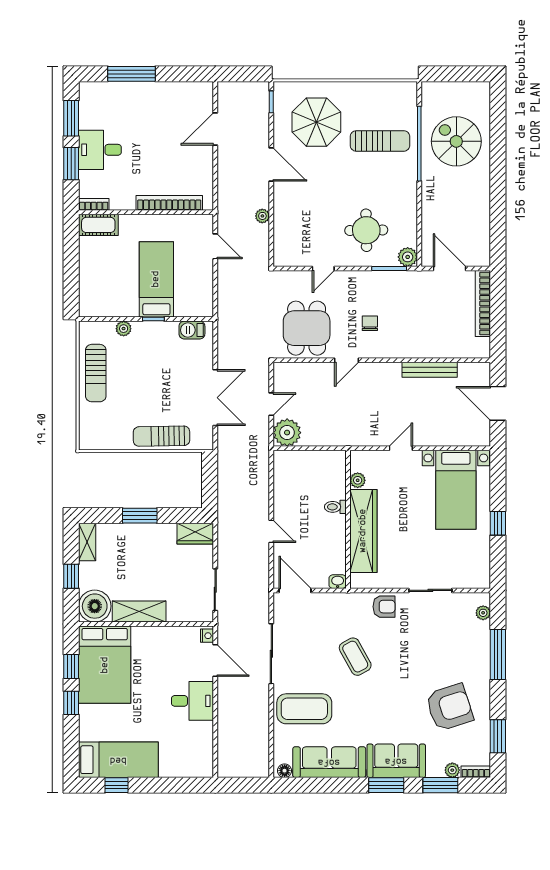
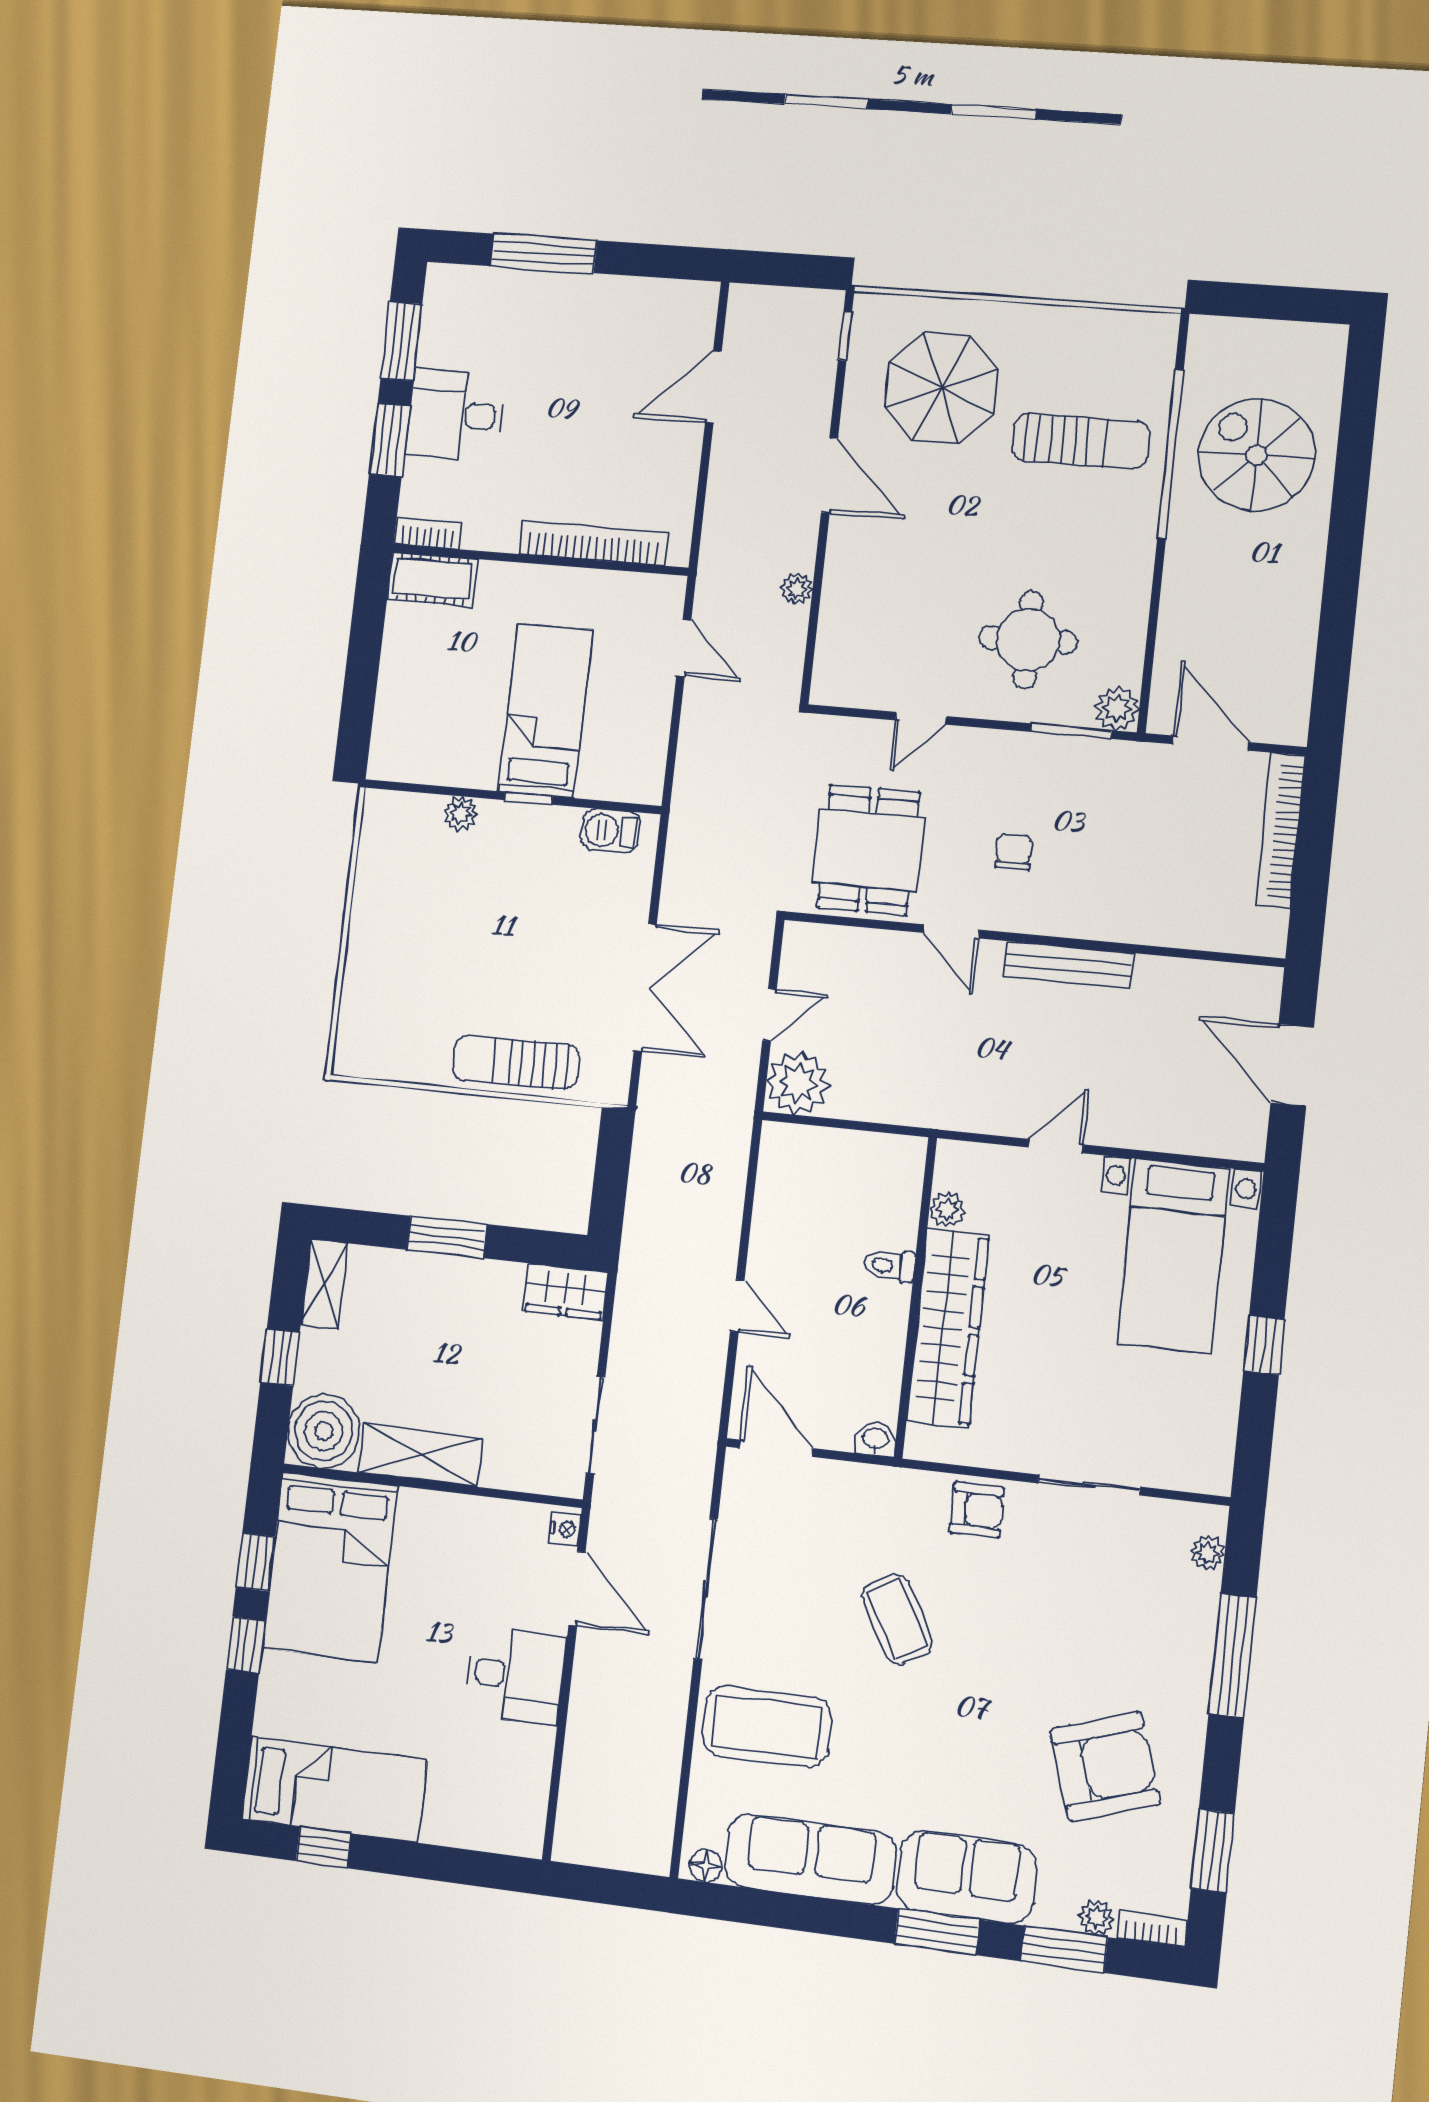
door: (347, 360) -> (951, 931), hinge flipped
bench: (430, 370) -> (1069, 965), moved
sun lounger: (96, 373) -> (388, 907), removed

